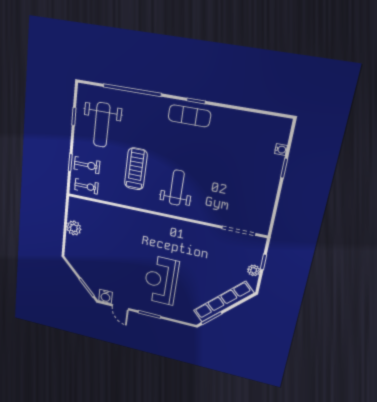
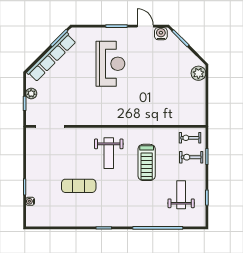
exercise mat: (189, 116) -> (79, 186), moved
weight bench: (102, 125) -> (181, 195), width x0.73, depth x0.75
plant: (74, 228) -> (198, 73), moved

